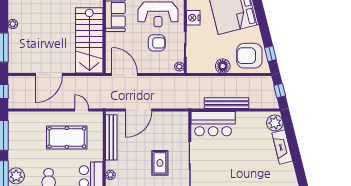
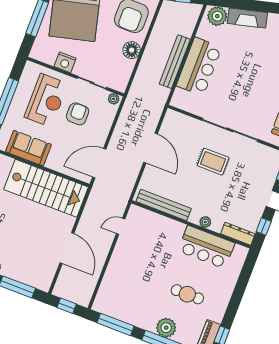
door: (139, 110) -> (150, 148), moved
bar counter: (213, 124) -> (199, 66), moved
pool table: (67, 137) -> (145, 255), removed

